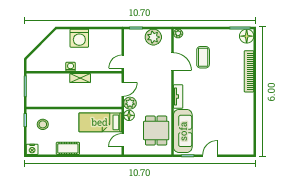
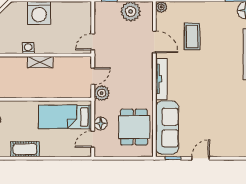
tv unit: (178, 97) -> (161, 79), width x1.41
floor lamp: (129, 115) -> (101, 123), moved

